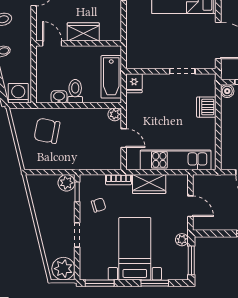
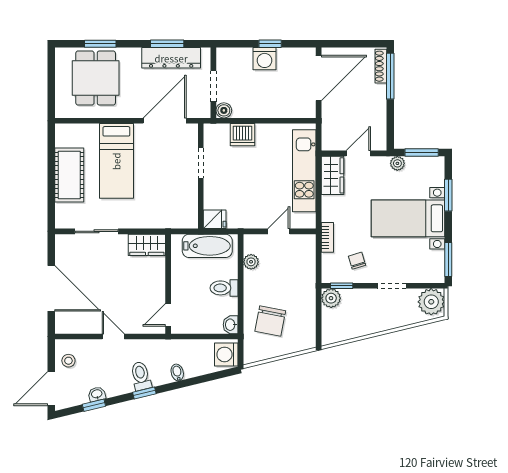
wardrobe: (83, 32) -> (147, 245), moved, turned -90
washbasin: (59, 97) -> (231, 325), moved
plant: (115, 114) -> (251, 262), moved
wardrobe: (149, 184) -> (332, 175), moved

